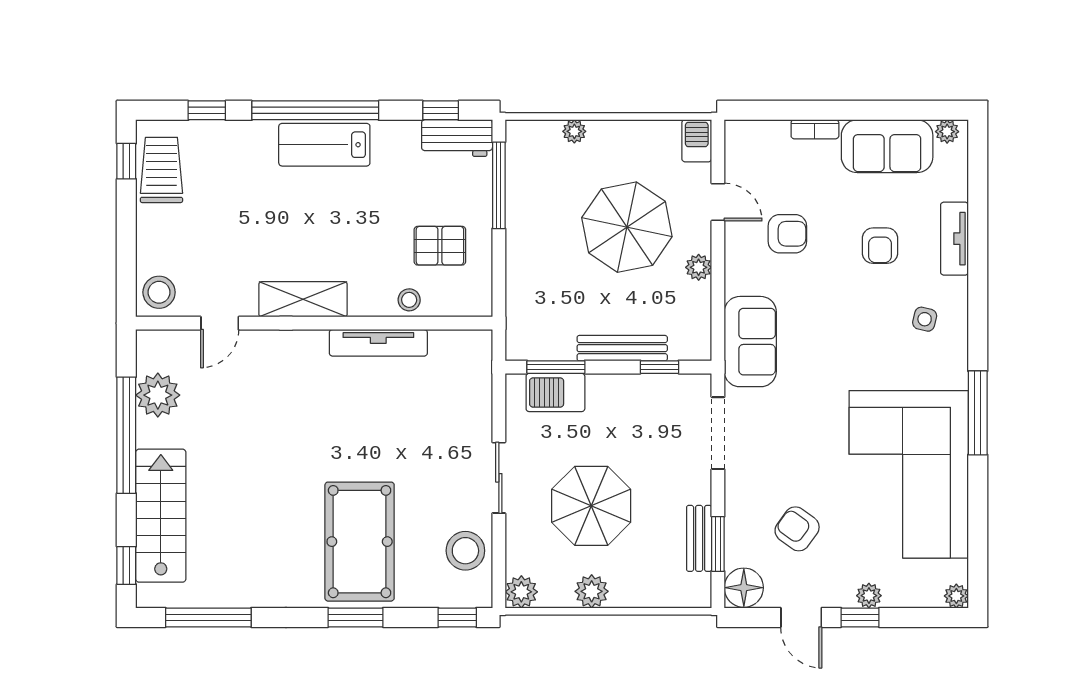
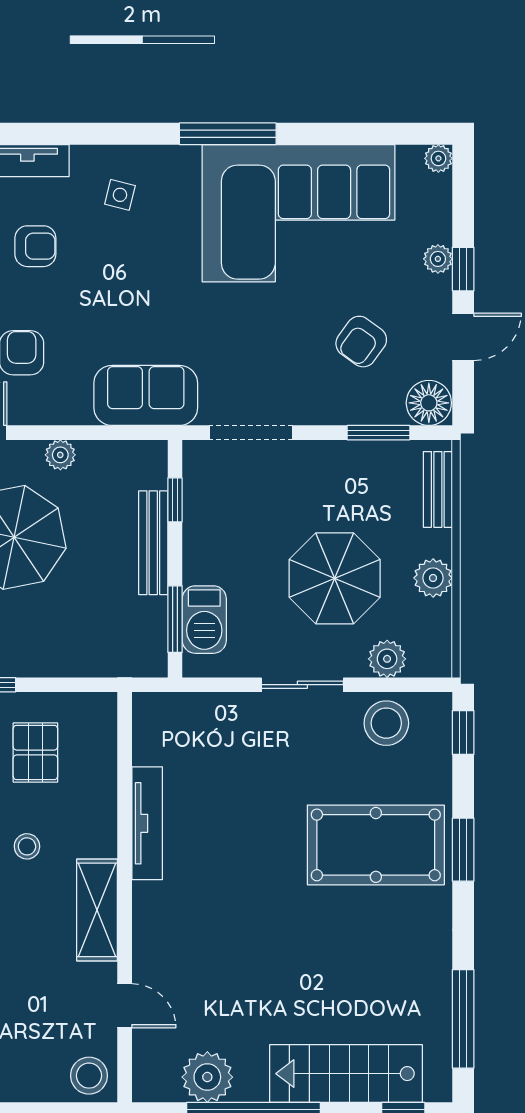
stool: (409, 300) -> (27, 846), moved
bench: (699, 538) -> (438, 489), moved, turned 90
plant: (521, 592) -> (387, 659), moved

